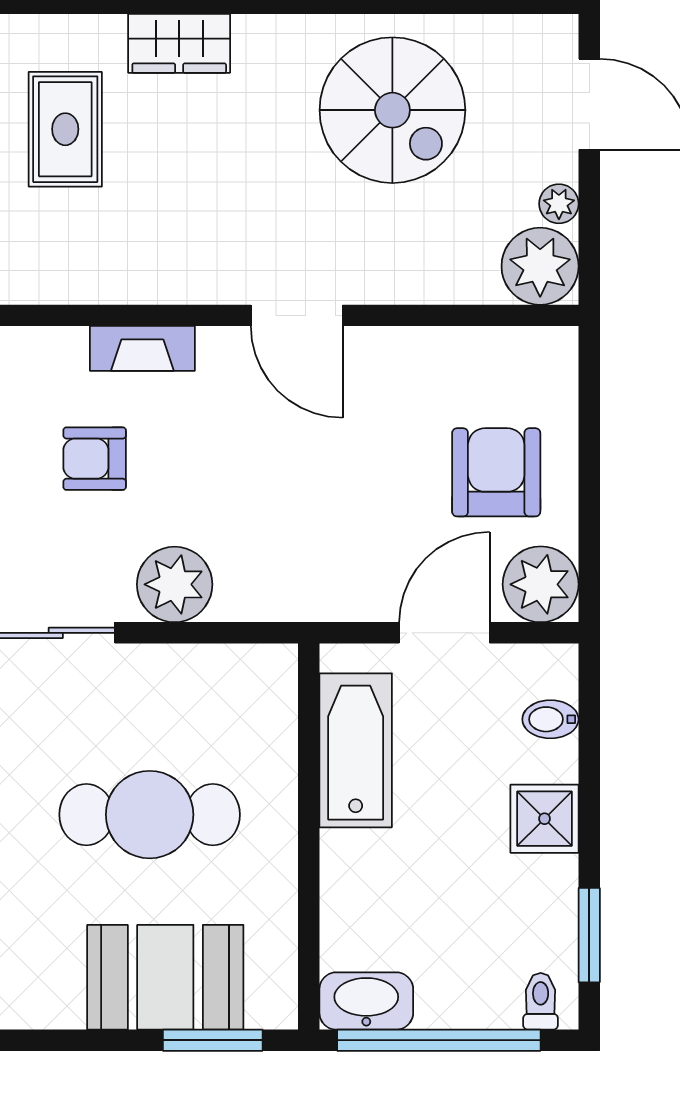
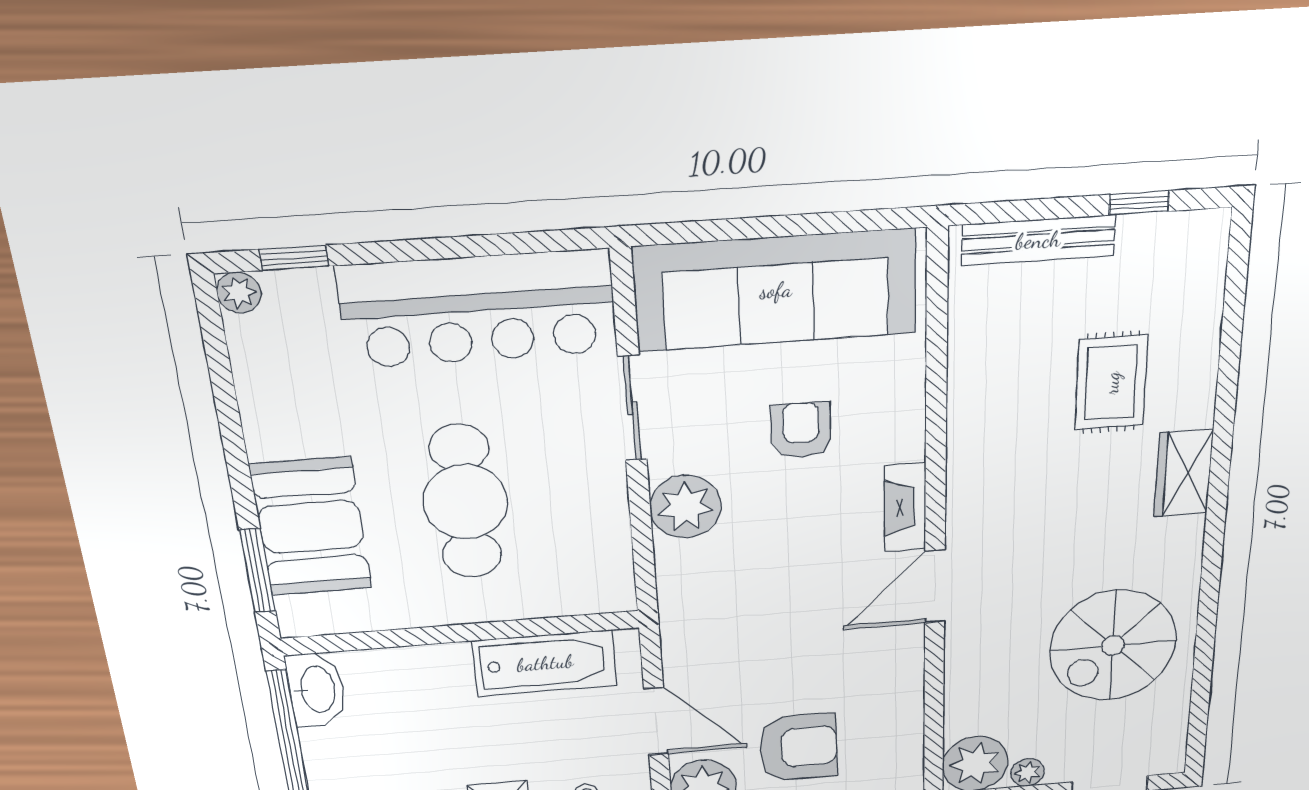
rug: (65, 129) -> (1111, 383), turned 90
fireplace: (142, 348) -> (905, 507), moved

